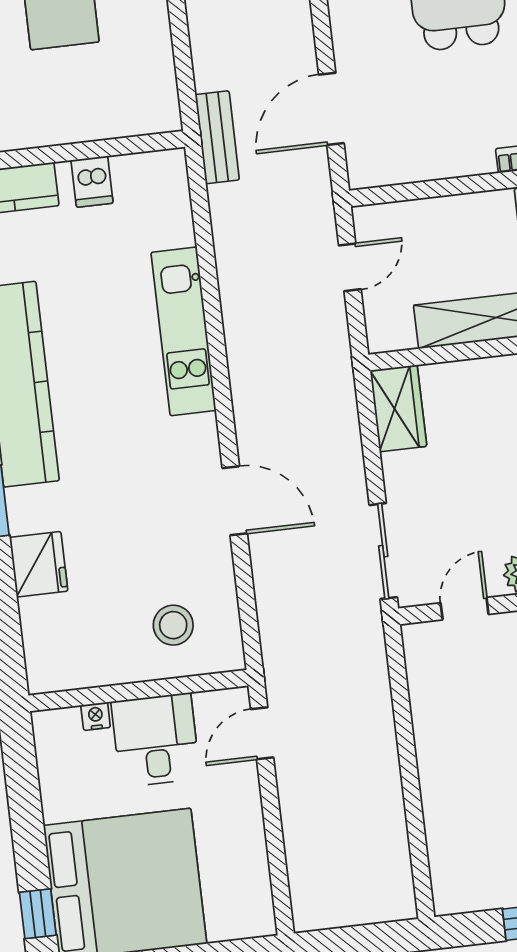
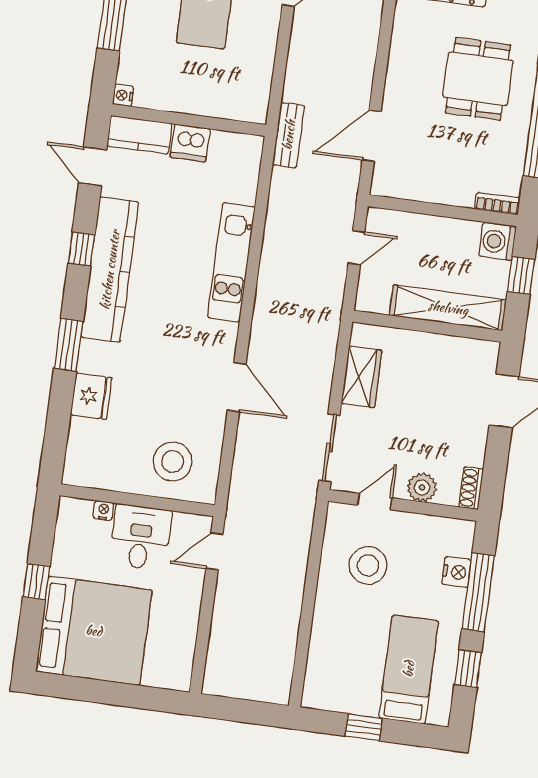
dishwasher: (92, 182) -> (190, 143), width x1.38
wardrobe: (398, 408) -> (362, 377), moved
stool: (173, 625) -> (173, 462), width x1.38, depth x1.38
stool: (478, 699) -> (368, 565), added
window: (38, 914) -> (36, 582), moved

